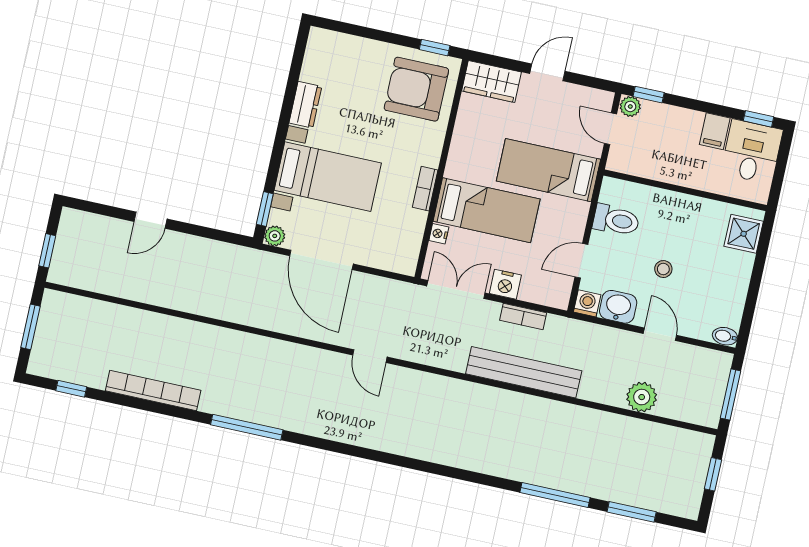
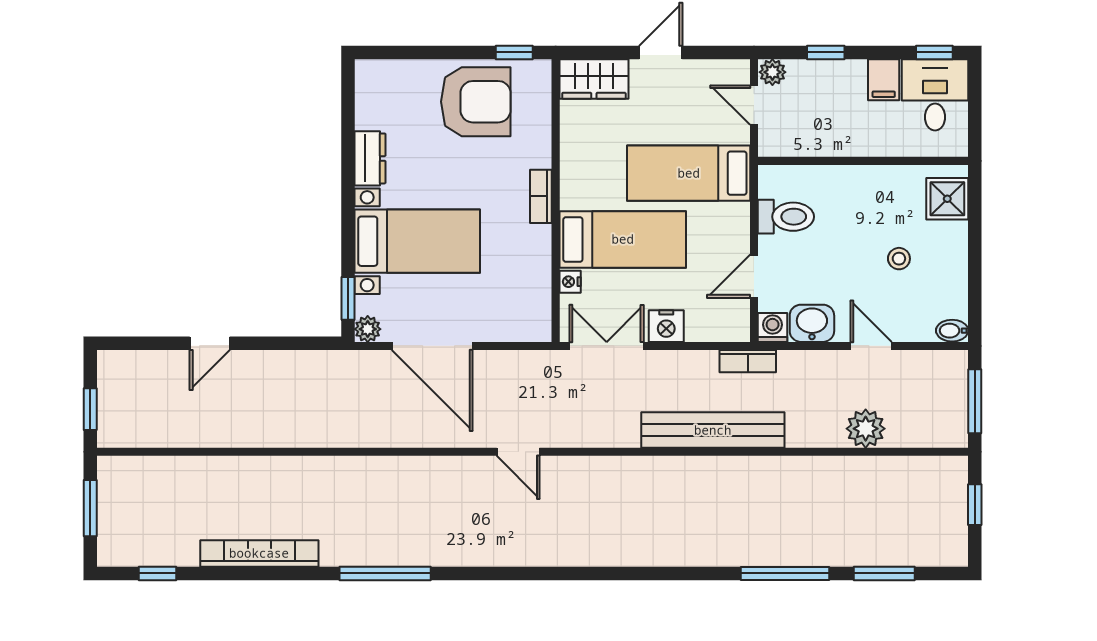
armchair: (416, 89) -> (476, 102), moved, turned 180
window: (649, 95) -> (826, 52), moved
bookcase: (425, 189) -> (541, 196), moved
stool: (663, 269) -> (899, 259), moved
bookcase: (523, 317) -> (748, 361), moved

